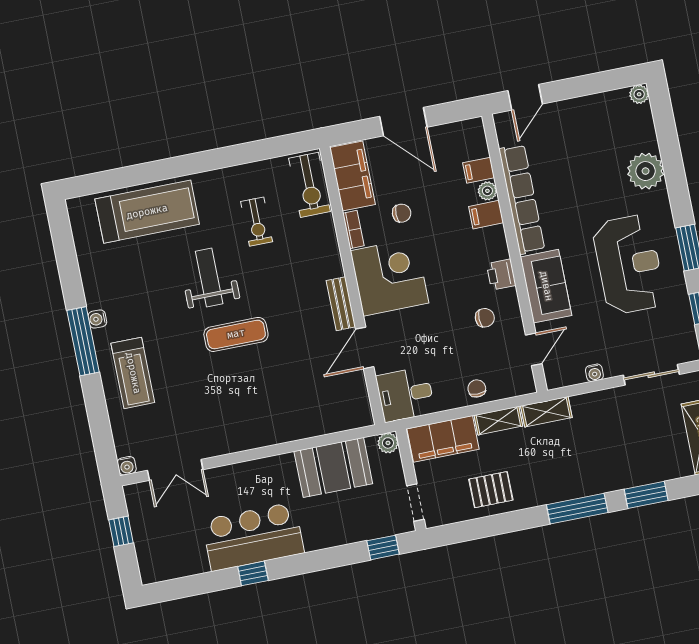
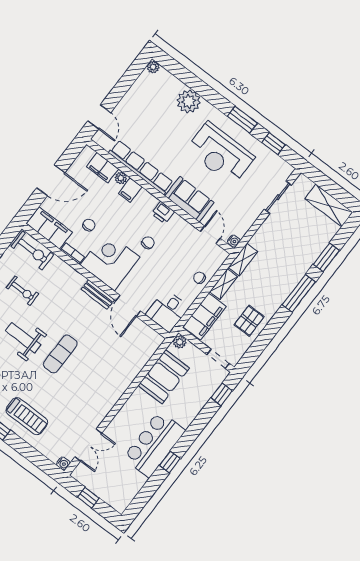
filing cabinet: (479, 170) -> (102, 168), width x2.00
reception desk: (629, 264) -> (220, 154), turned 180
chair: (485, 318) -> (148, 243), moved
water cooler: (594, 373) -> (234, 241), moved

